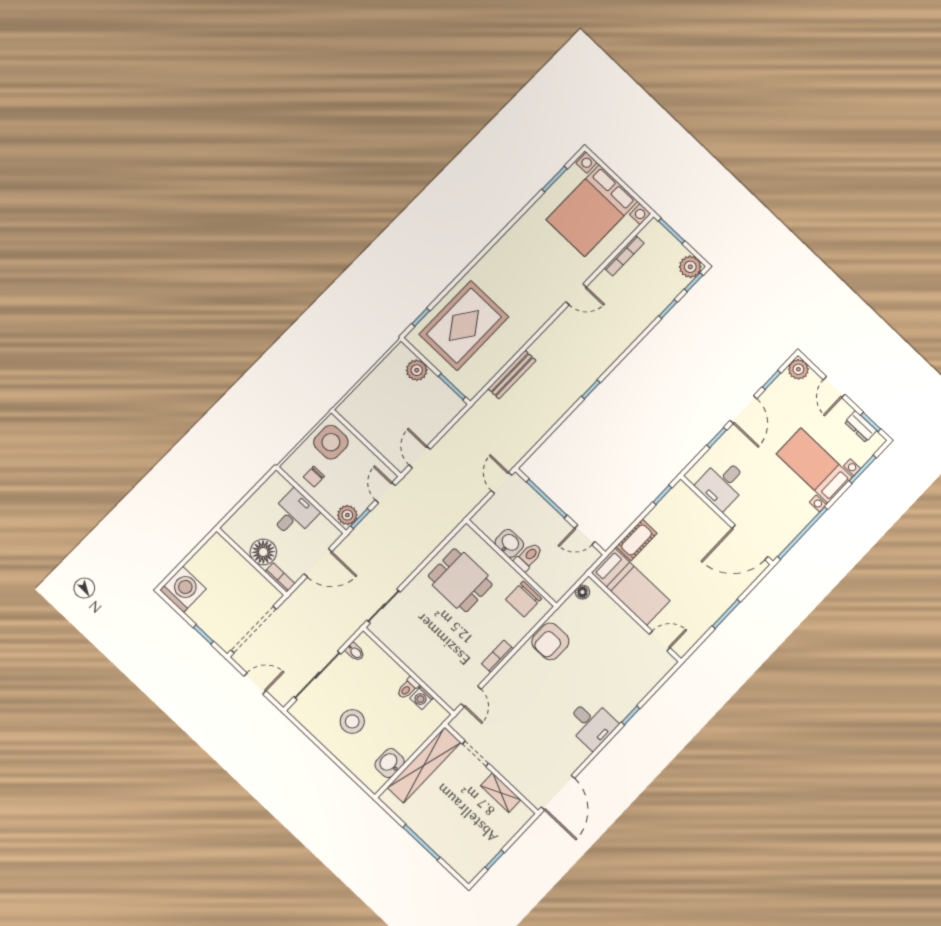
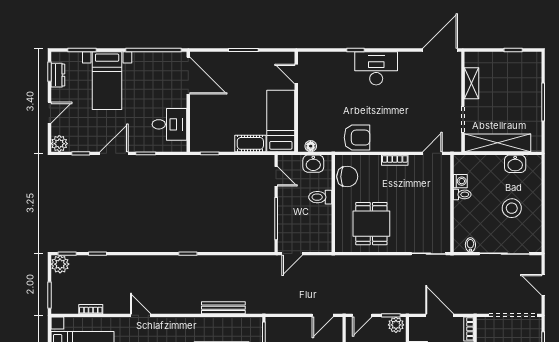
bookcase: (624, 256) -> (91, 309), width x0.64
washbasin: (509, 543) -> (313, 164), moved, turned -90
desk: (591, 724) -> (376, 68), width x1.37

